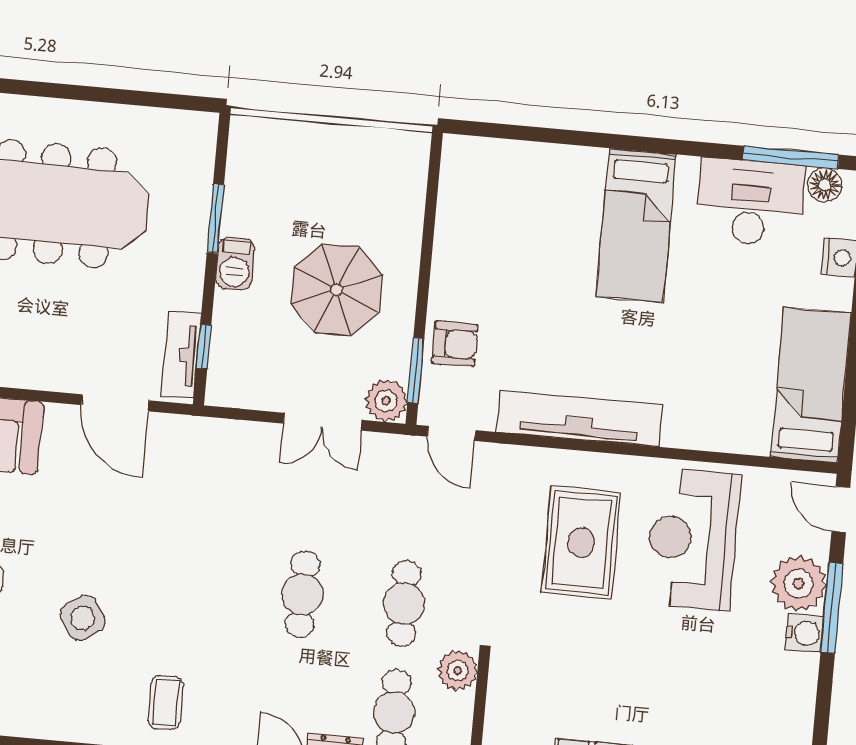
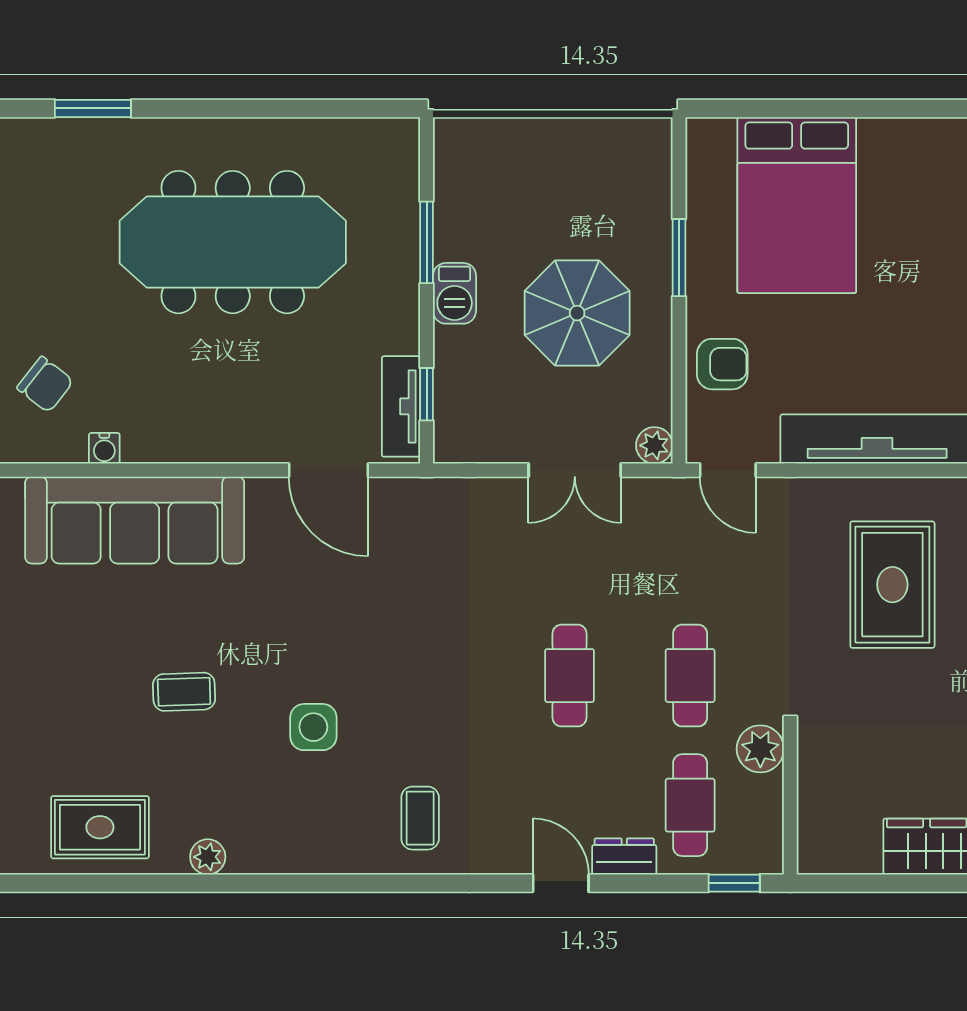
bed: (636, 225) -> (797, 205), moved, width x1.50
window: (416, 371) -> (679, 258), moved
plant: (386, 401) -> (654, 445), width x0.73, depth x0.73
side table: (83, 618) -> (313, 727), turned 34

